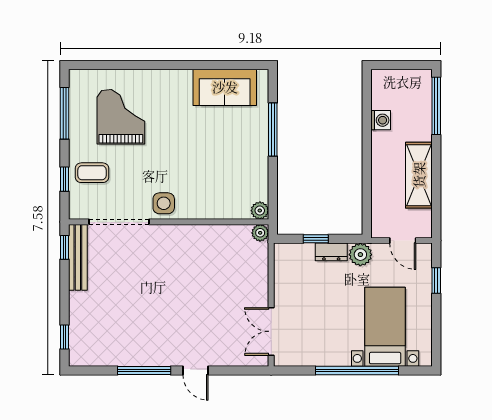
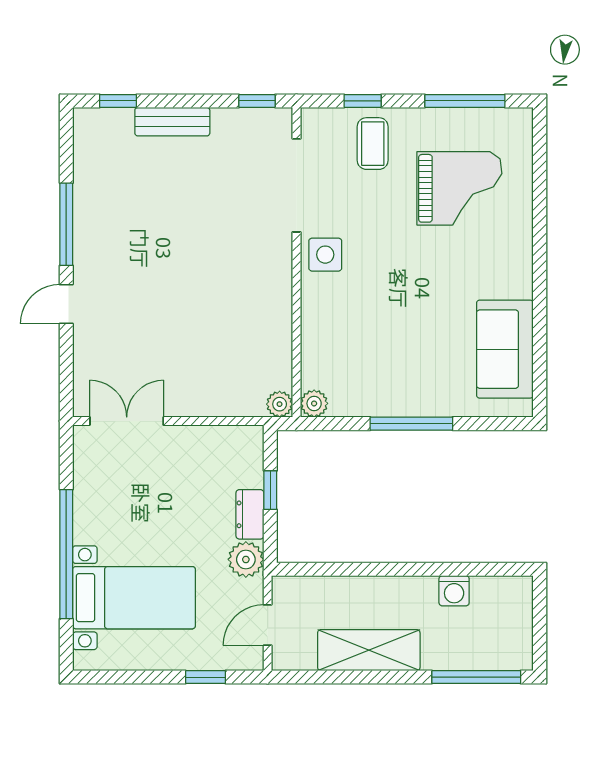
window: (273, 129) -> (411, 424), moved
bench: (78, 257) -> (172, 122), moved, width x0.73

